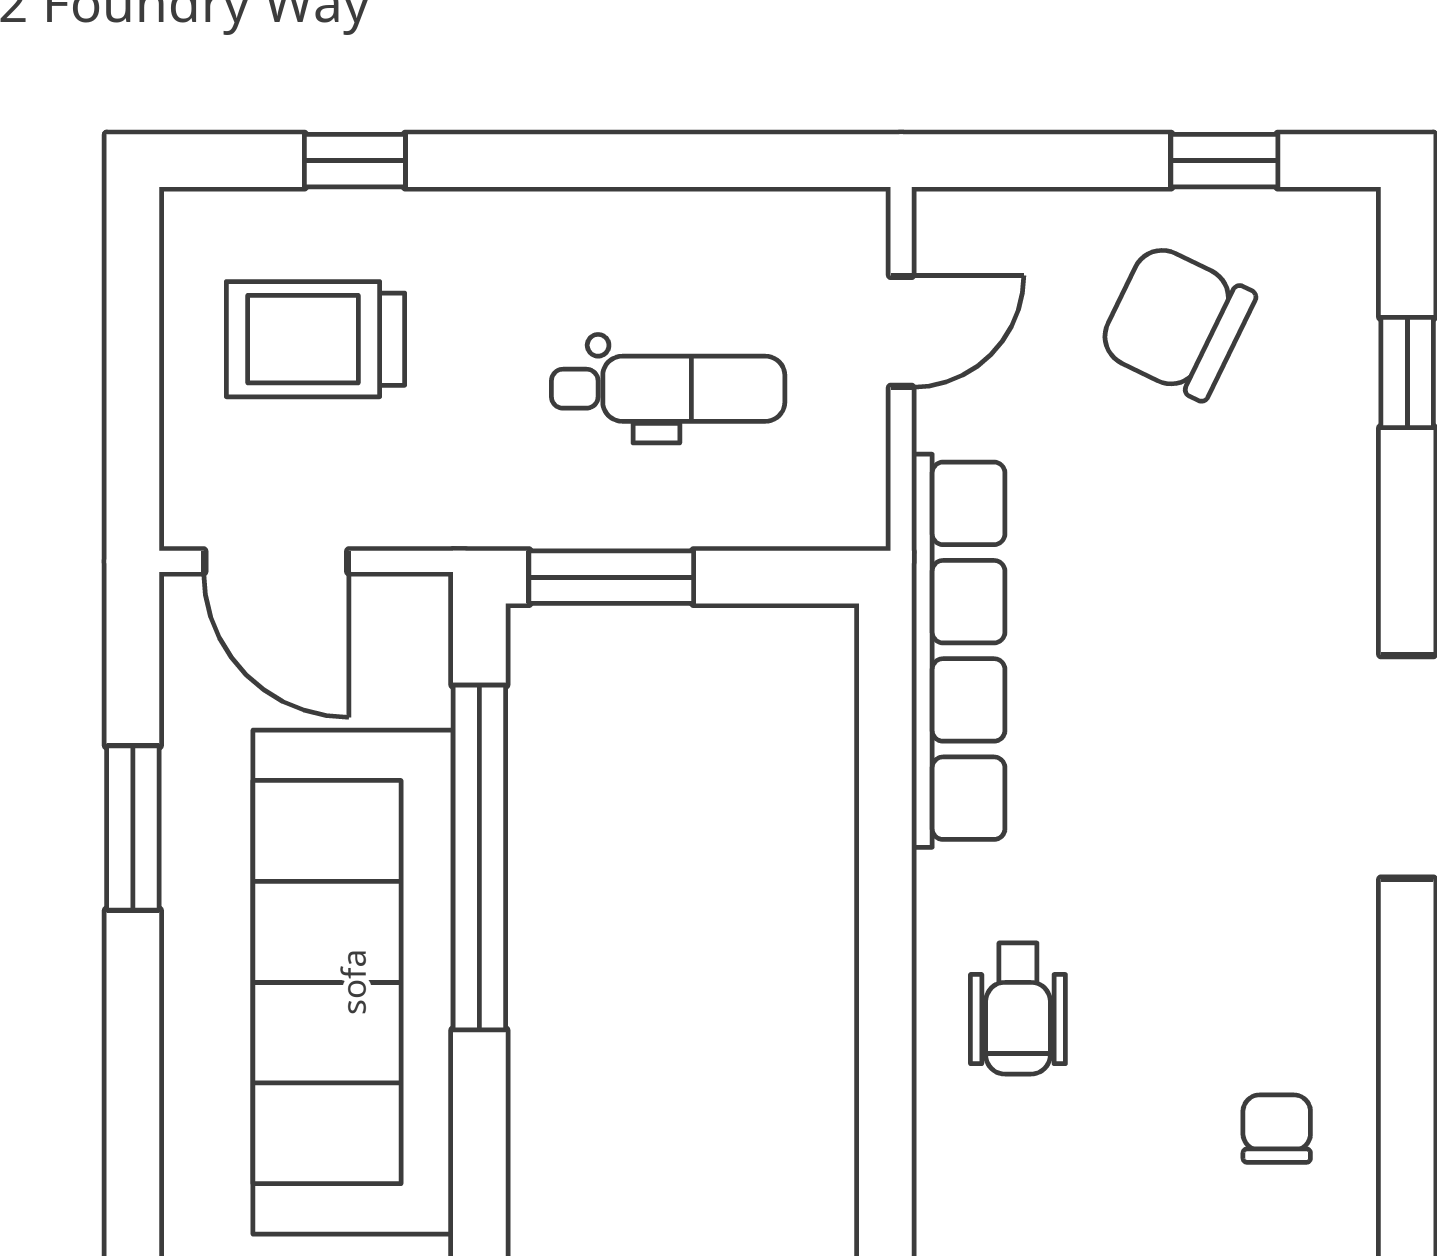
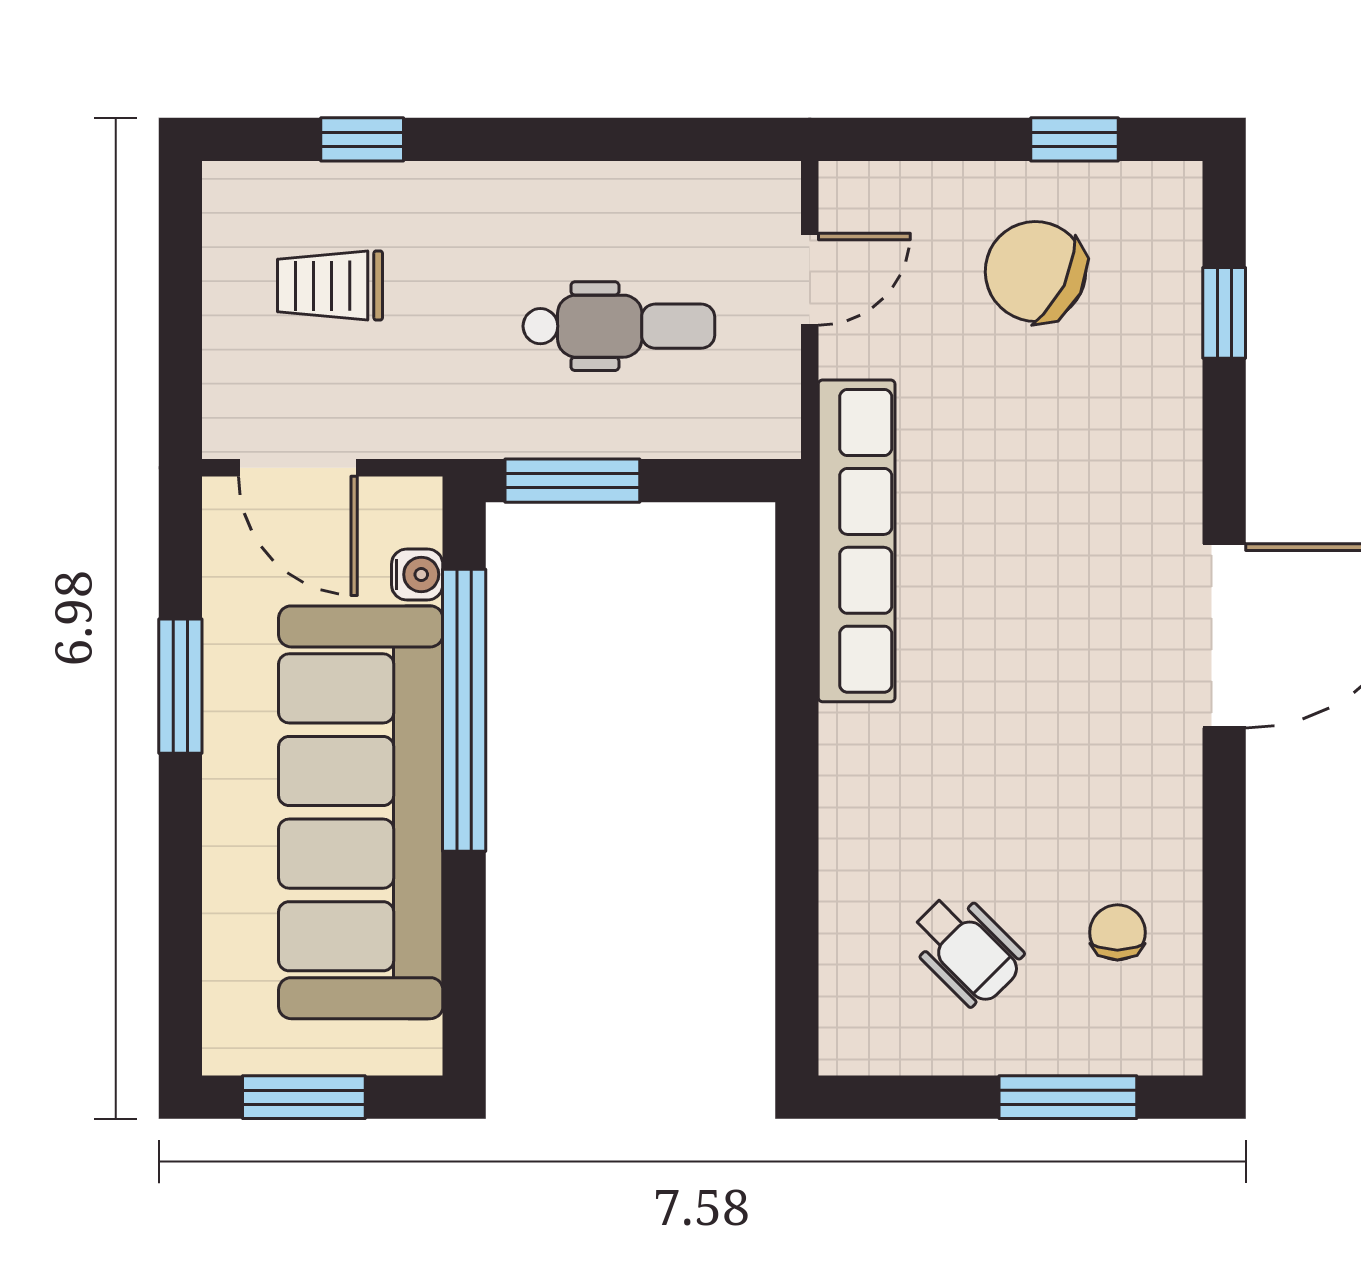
trolley: (315, 339) -> (330, 286), width x0.73, depth x0.72
water cooler: (422, 692) -> (417, 574), added
wheelchair: (1018, 1009) -> (966, 949), moved, turned -45

